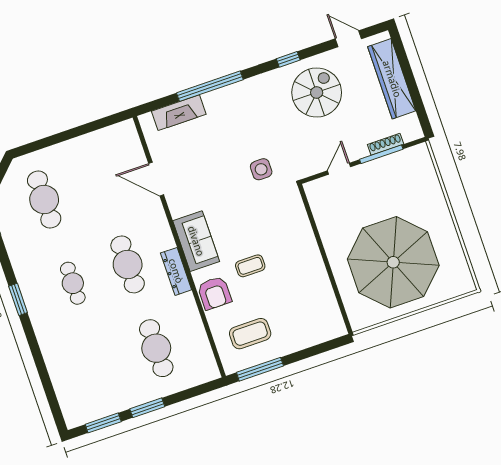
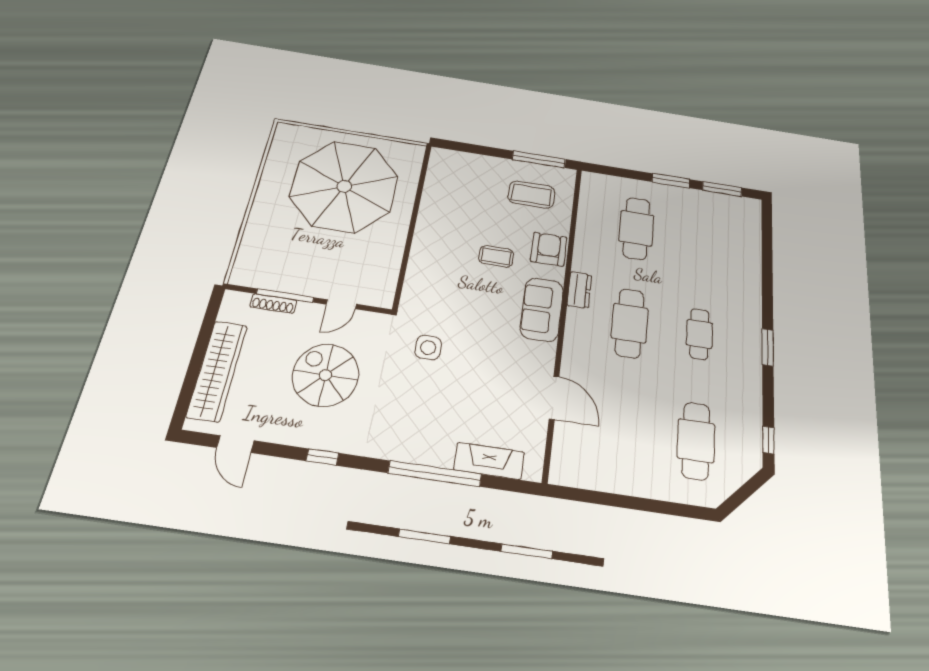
spiral stairs: (317, 93) -> (325, 375), moved, turned 90
dresser: (176, 271) -> (579, 290), width x0.70

